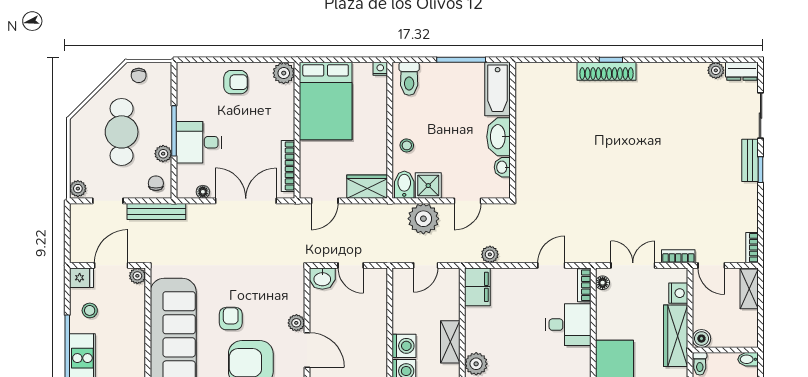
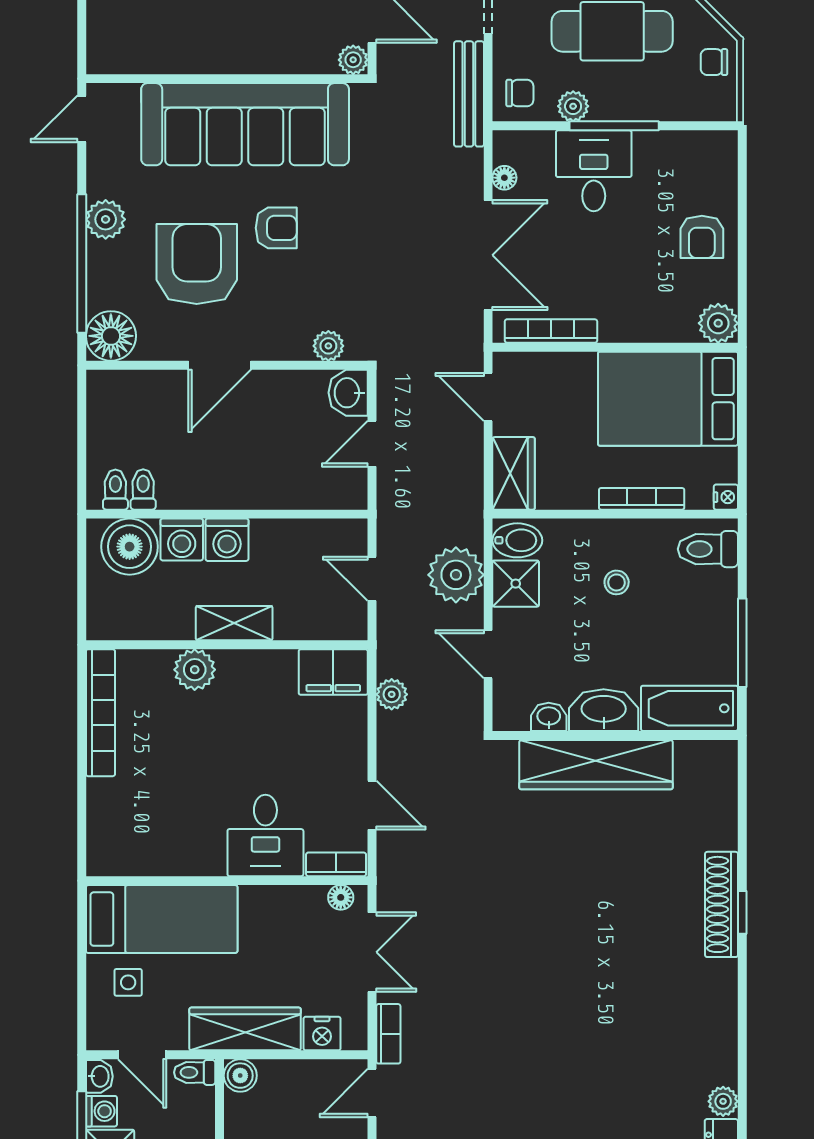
bookcase: (381, 116) -> (642, 499), added
wardrobe: (529, 141) -> (596, 765), added
stool: (407, 145) -> (617, 582), moved
plant: (296, 323) -> (328, 346), moved

